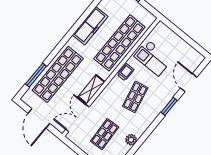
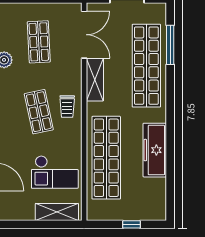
shelving: (170, 36) -> (57, 212), added
checkout: (153, 58) -> (55, 172), turned 180
trolley: (126, 72) -> (67, 106), moved

